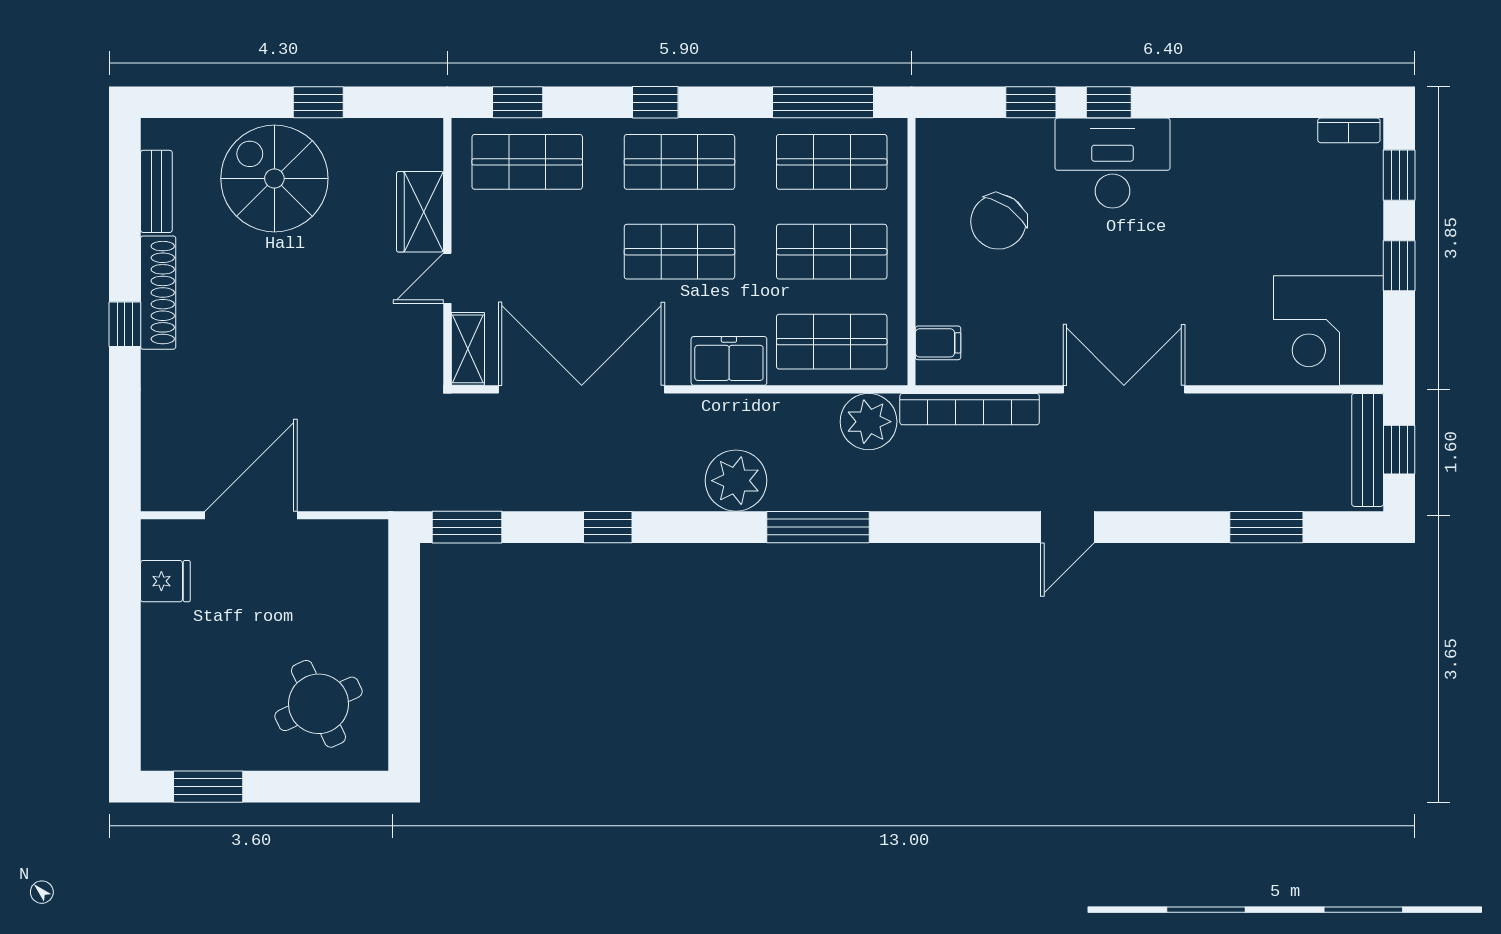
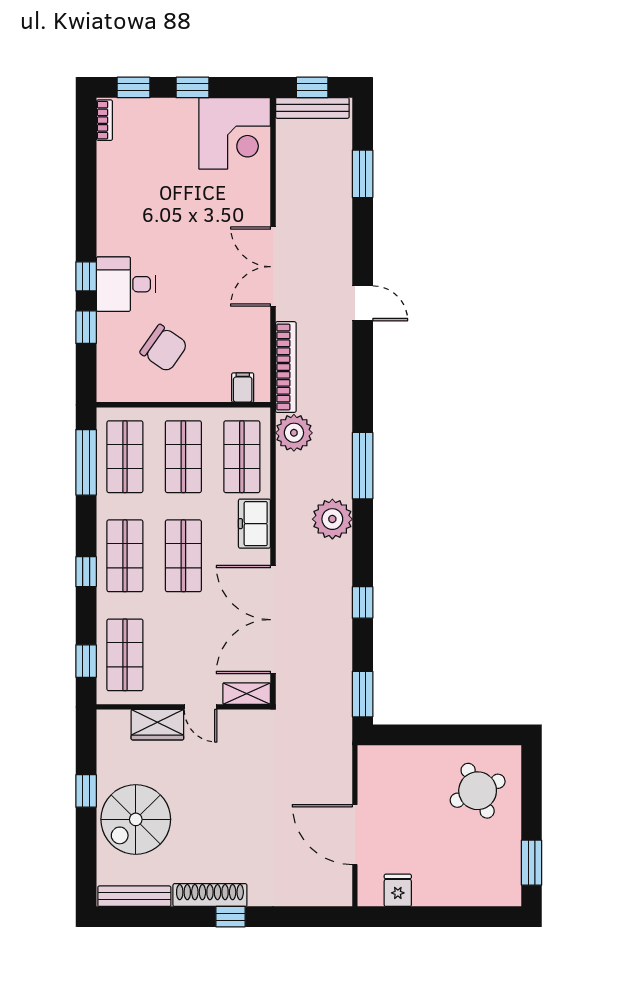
desk: (1112, 163) -> (126, 284), width x0.73
bench: (156, 191) -> (134, 896), width x1.36

